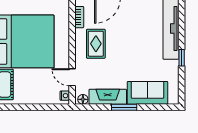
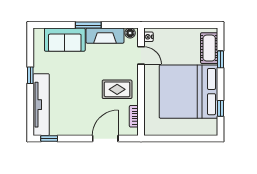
rug: (96, 44) -> (117, 89), turned 90

